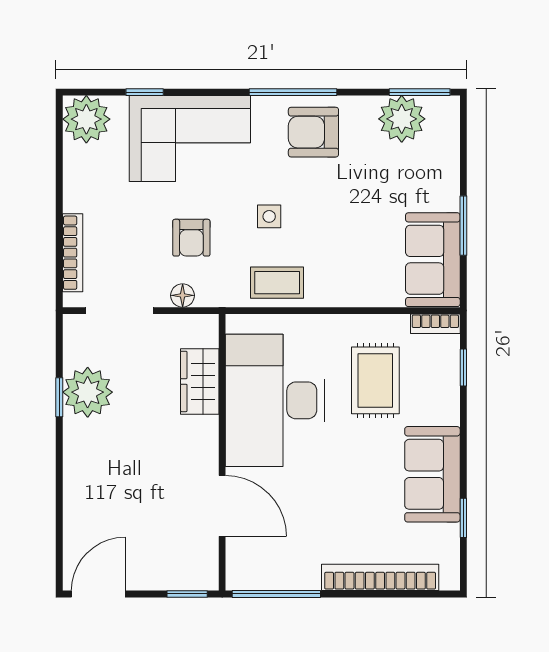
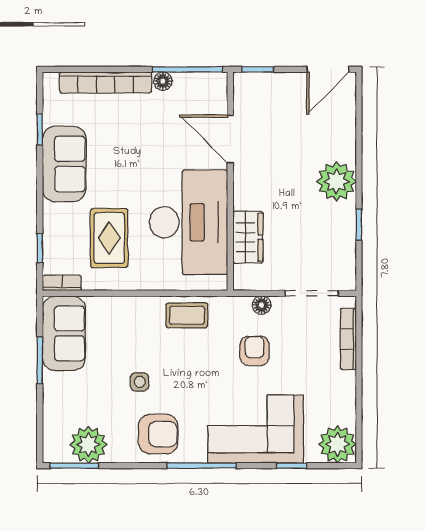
window: (293, 92) -> (202, 466), moved
side table: (269, 216) -> (140, 382), moved
plant: (88, 392) -> (336, 181), moved
floor lamp: (307, 579) -> (163, 81), added

